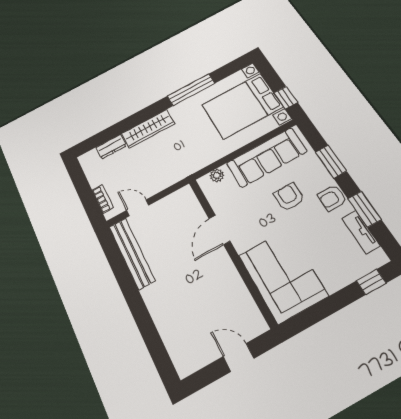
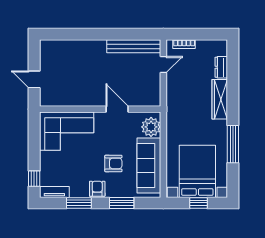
window: (286, 98) -> (198, 203), moved
plant: (217, 175) -> (151, 127), width x1.87, depth x1.87
tv unit: (361, 232) -> (54, 192), moved
door: (238, 357) -> (34, 79), swing flipped

